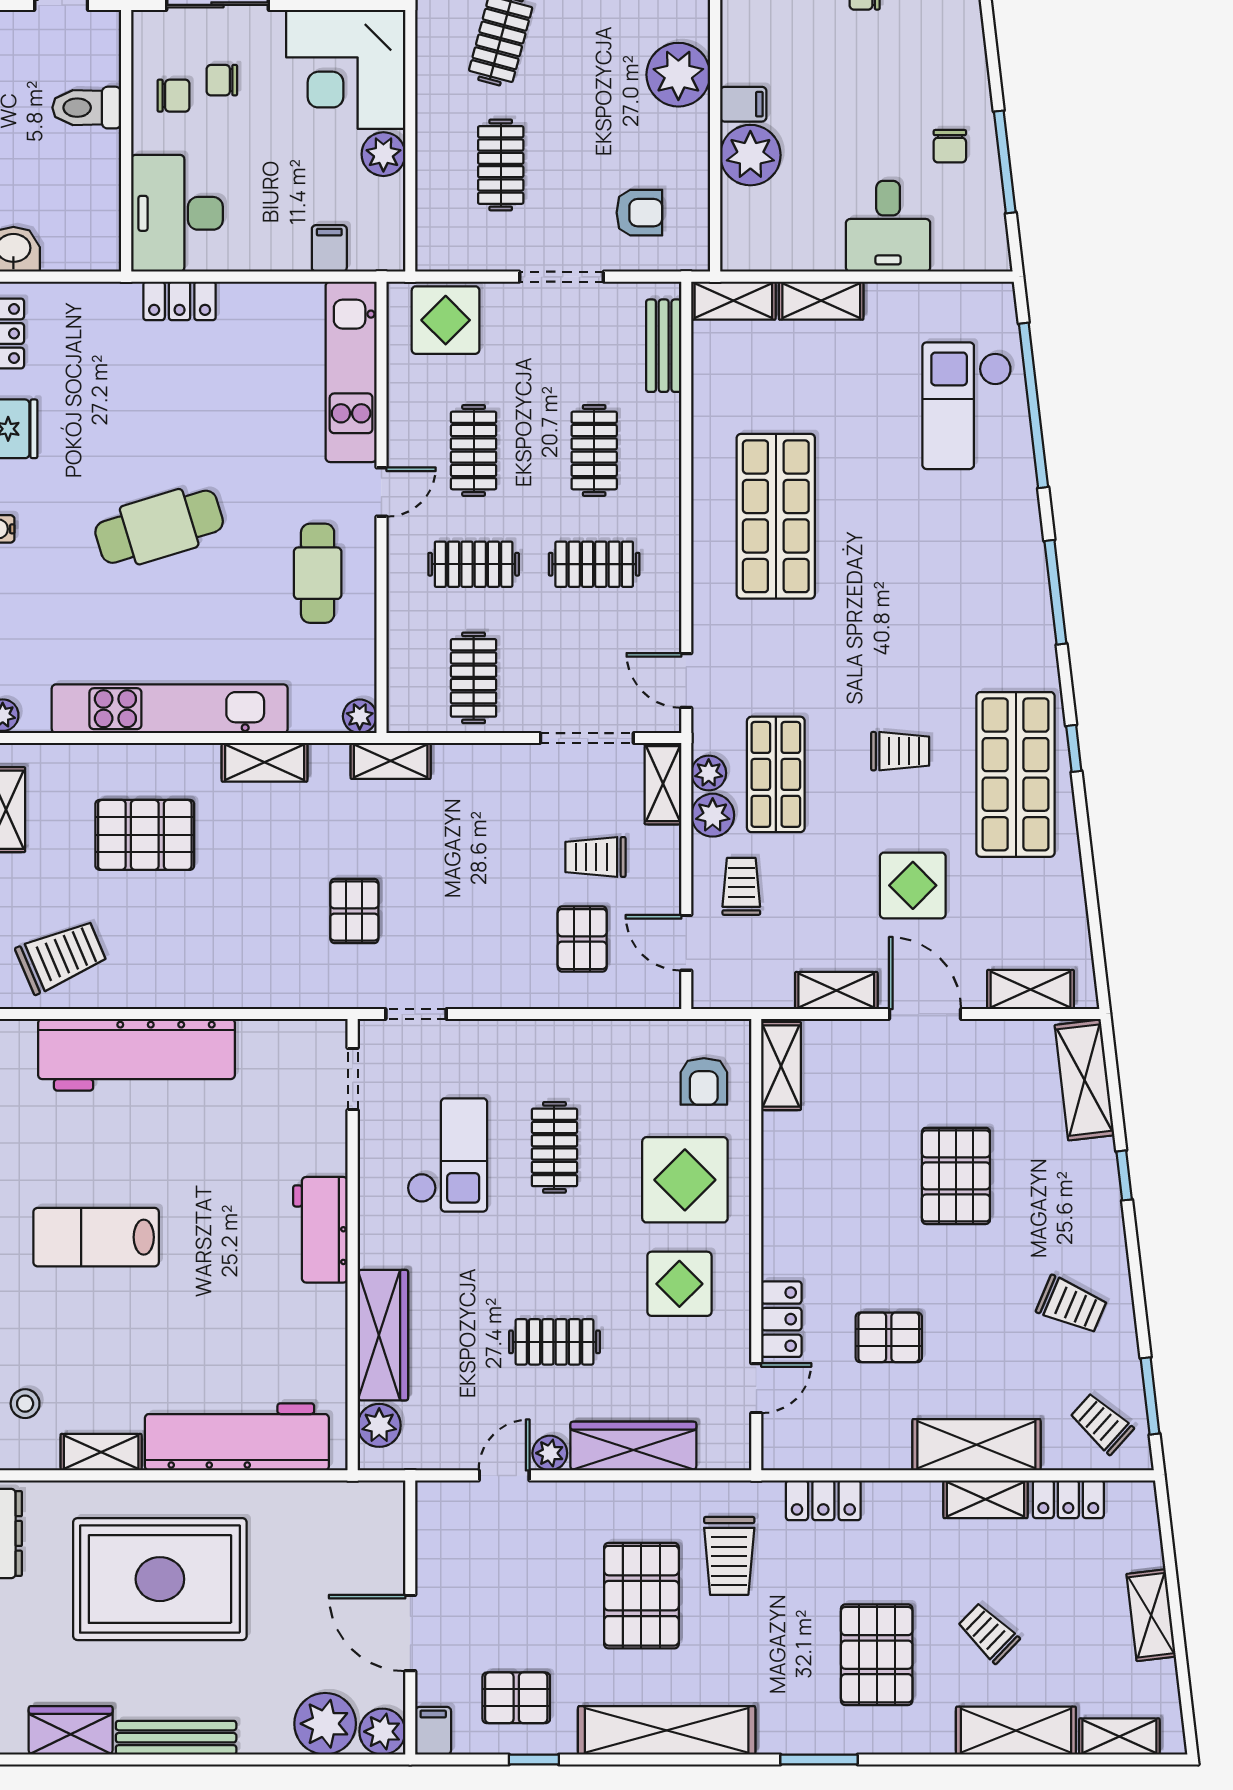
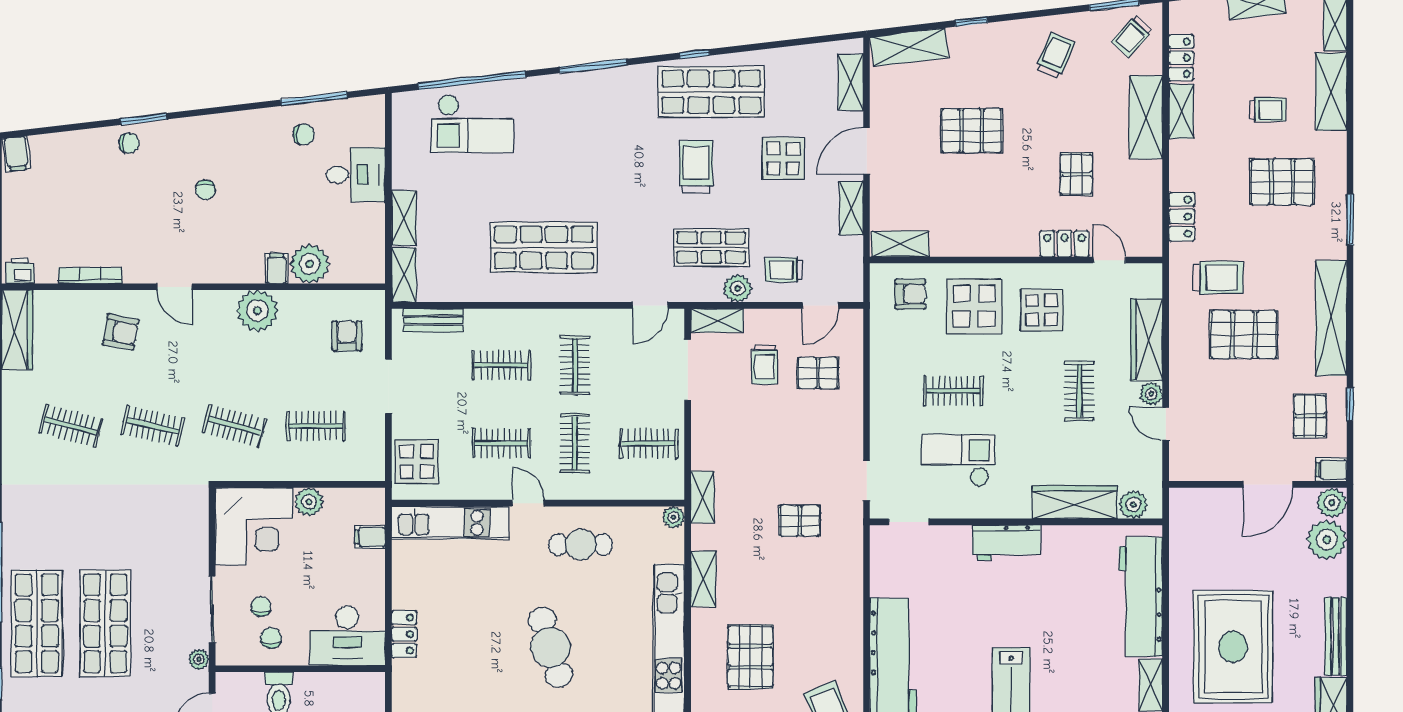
chair: (222, 80) -> (261, 607), turned 180
trolley: (900, 751) -> (696, 167), width x1.36, depth x1.39
plant: (709, 773) -> (710, 291), removed
trolley: (988, 1633) -> (1268, 110), turned -134

